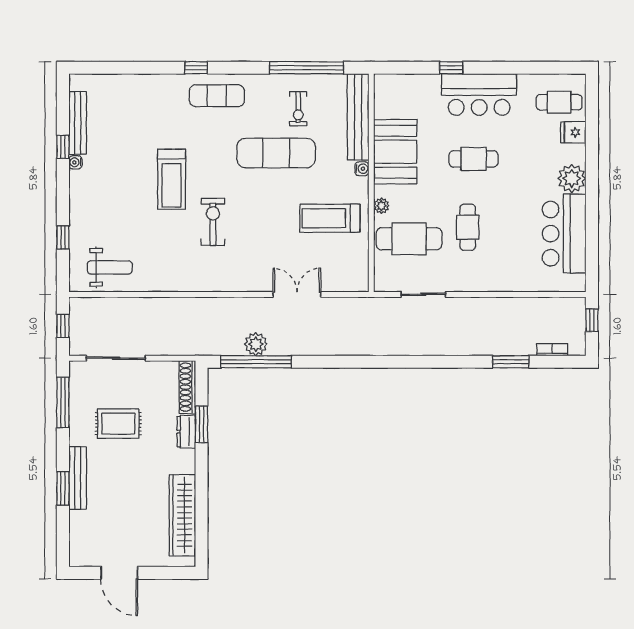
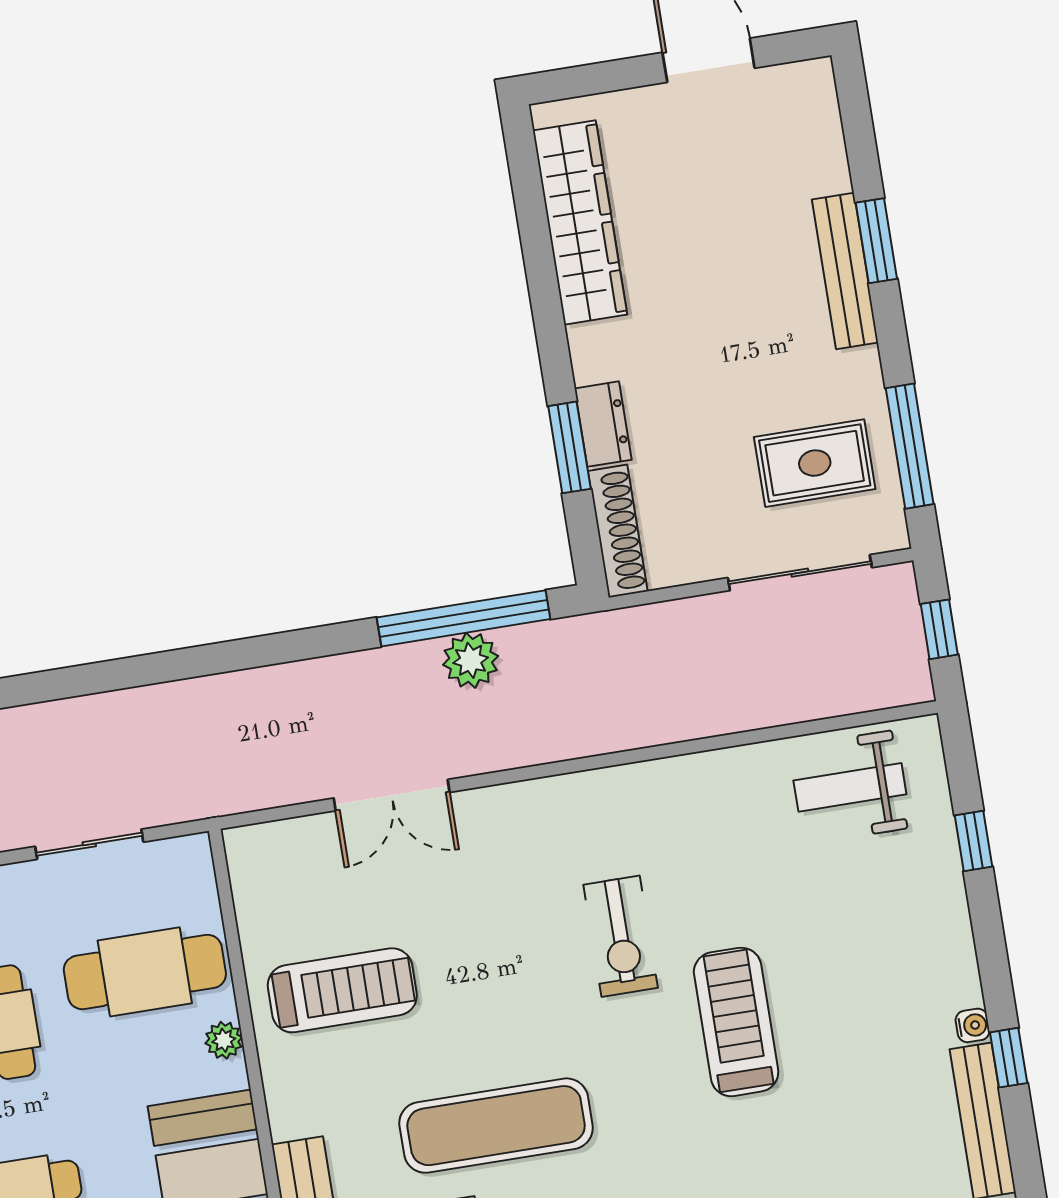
water cooler: (362, 169) -> (285, 1121), removed
rug: (118, 424) -> (815, 463), moved

